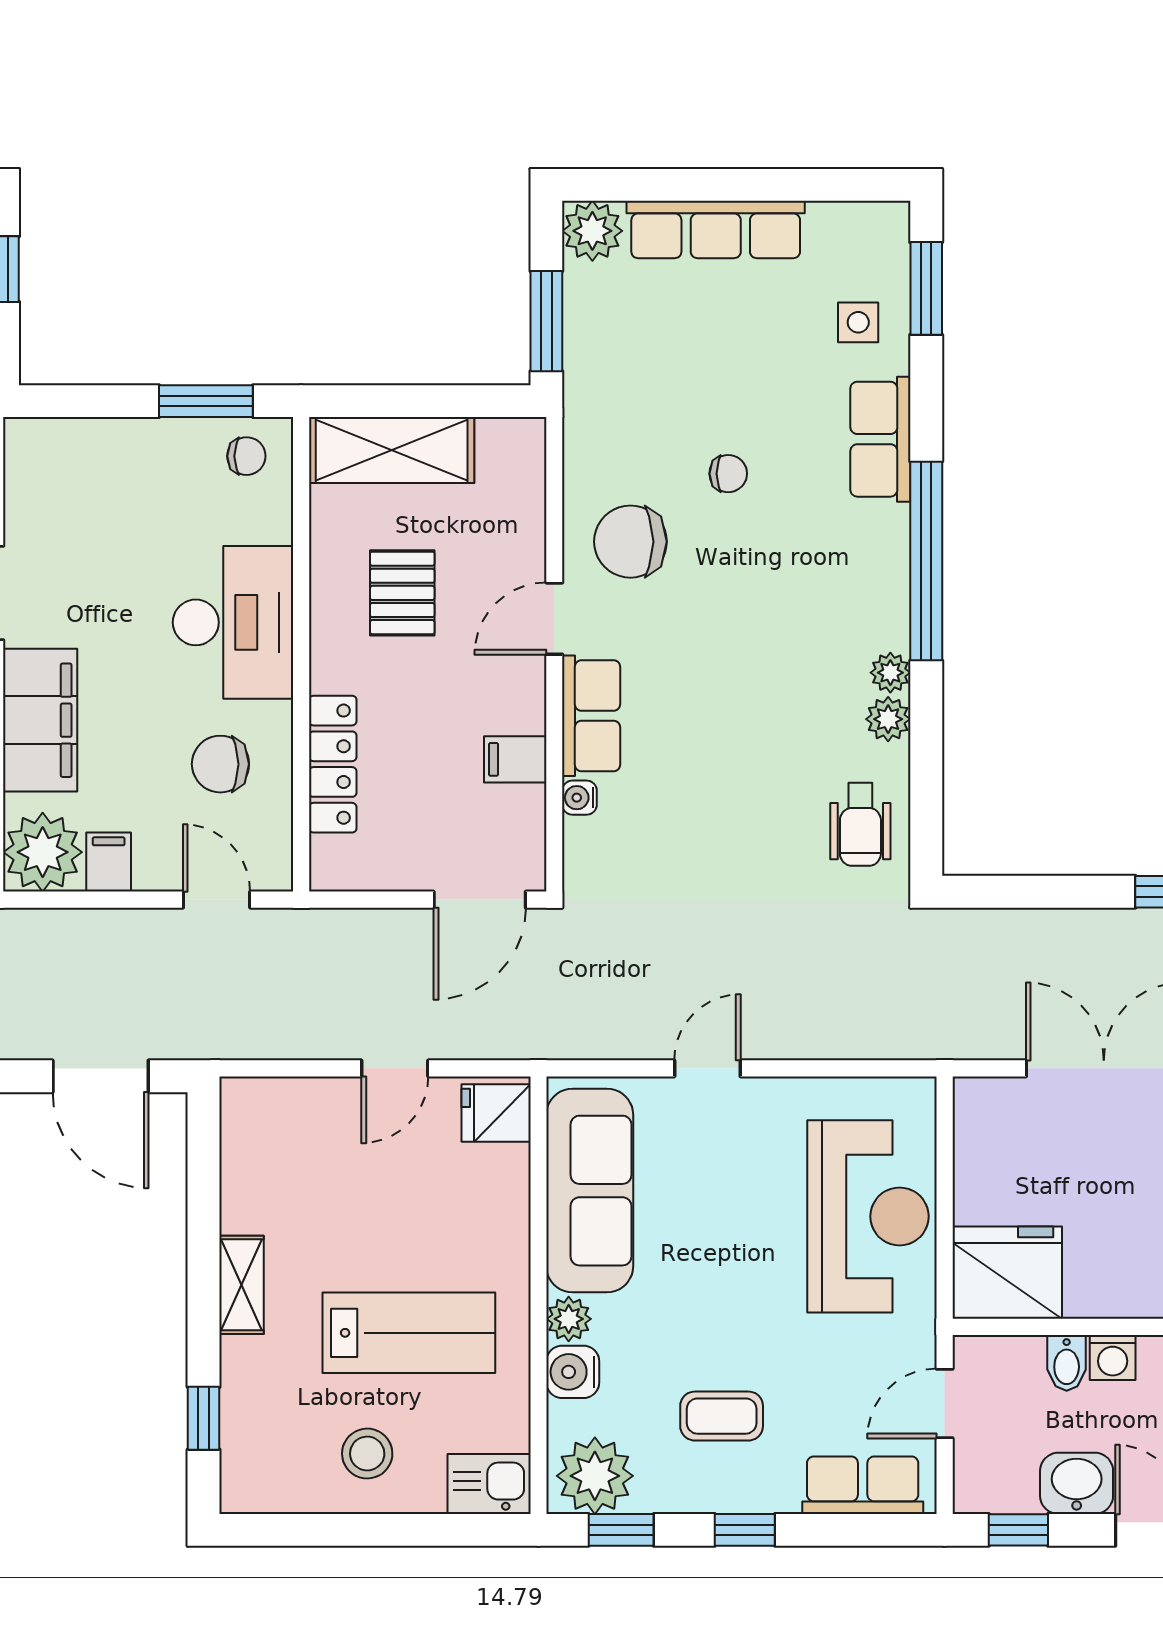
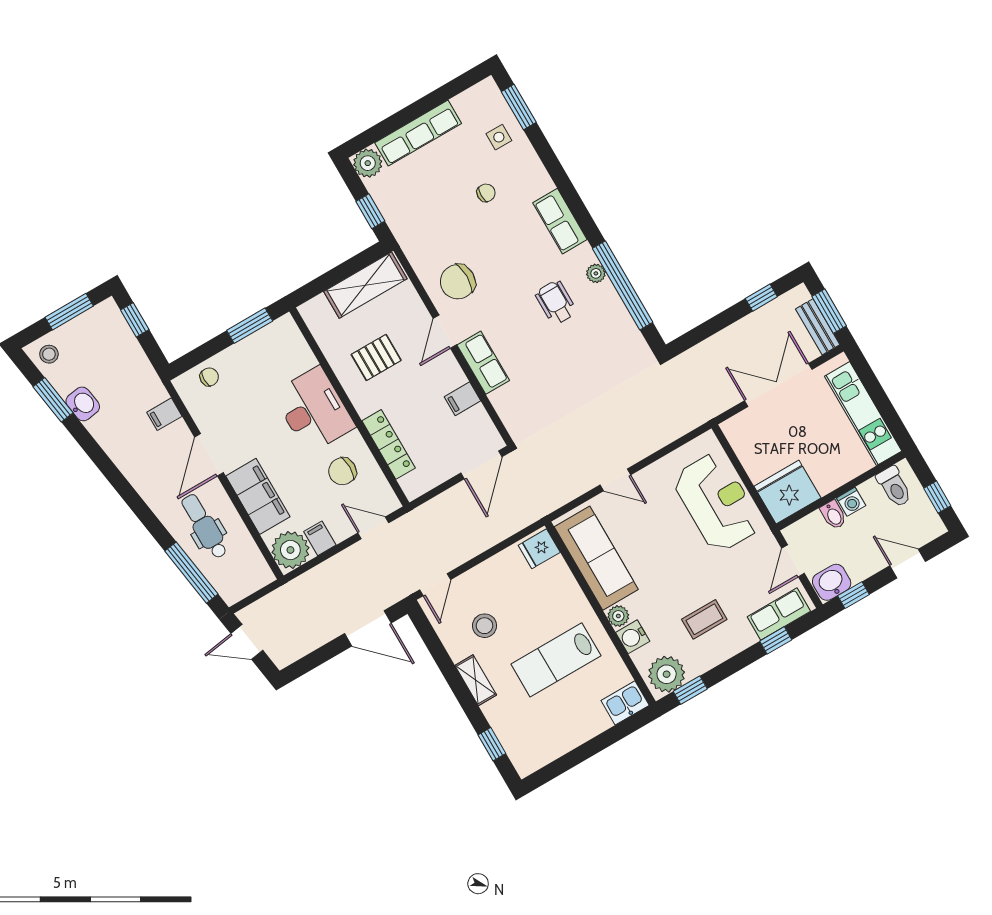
window: (546, 321) -> (370, 211), width x0.67
row of seats: (880, 439) -> (560, 221), moved
shelving: (392, 450) -> (365, 285), moved
chair: (246, 456) -> (209, 377), moved
chair: (728, 474) -> (486, 193), moved
window: (926, 561) -> (623, 285), moved
pallet: (402, 593) -> (376, 357), turned 90
plant: (888, 719) -> (606, 293), removed
water cooler: (579, 798) -> (498, 399), removed
wheelchair: (860, 824) -> (556, 302), moved, turned 180
door: (395, 1068) -> (435, 585), moved
door: (707, 1068) -> (615, 480), swing flipped
lab bench: (409, 1333) -> (556, 660), turned 180
stool: (367, 1454) -> (485, 626), moved
washbasin: (1077, 1483) -> (832, 582), moved
window: (745, 1530) -> (776, 640), moved

